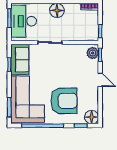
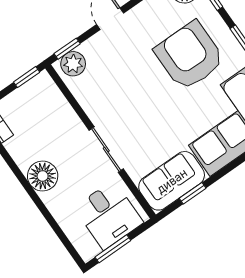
desk: (24, 21) -> (109, 215), width x0.73

